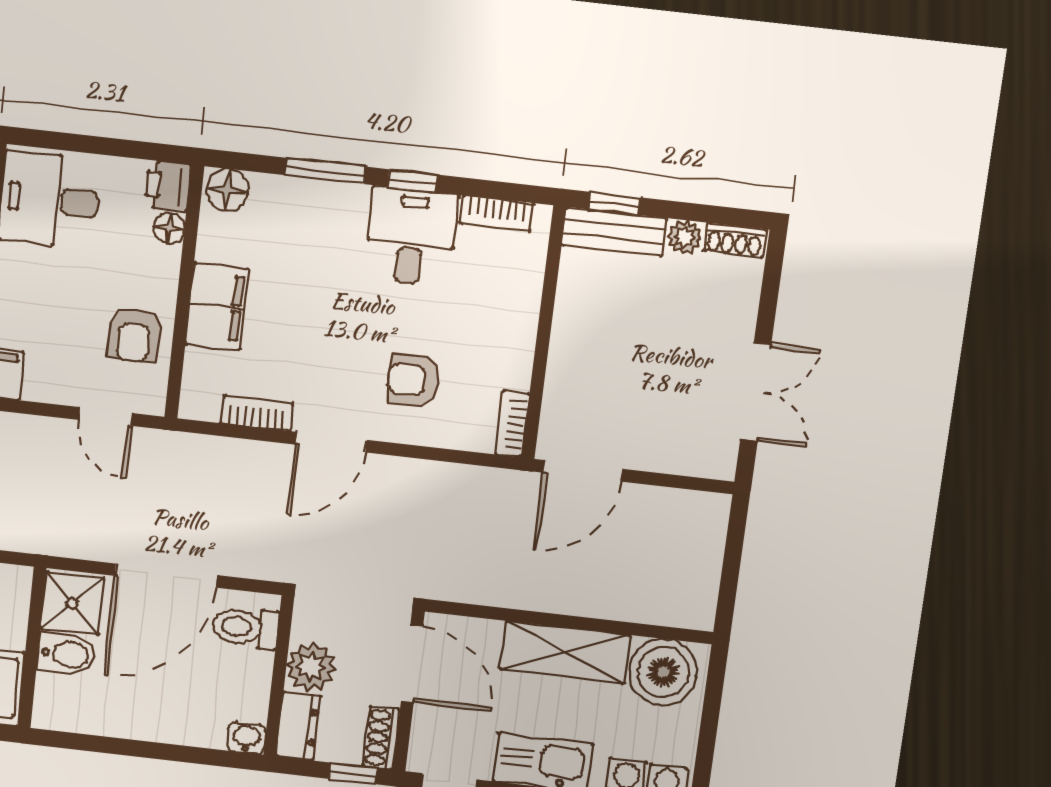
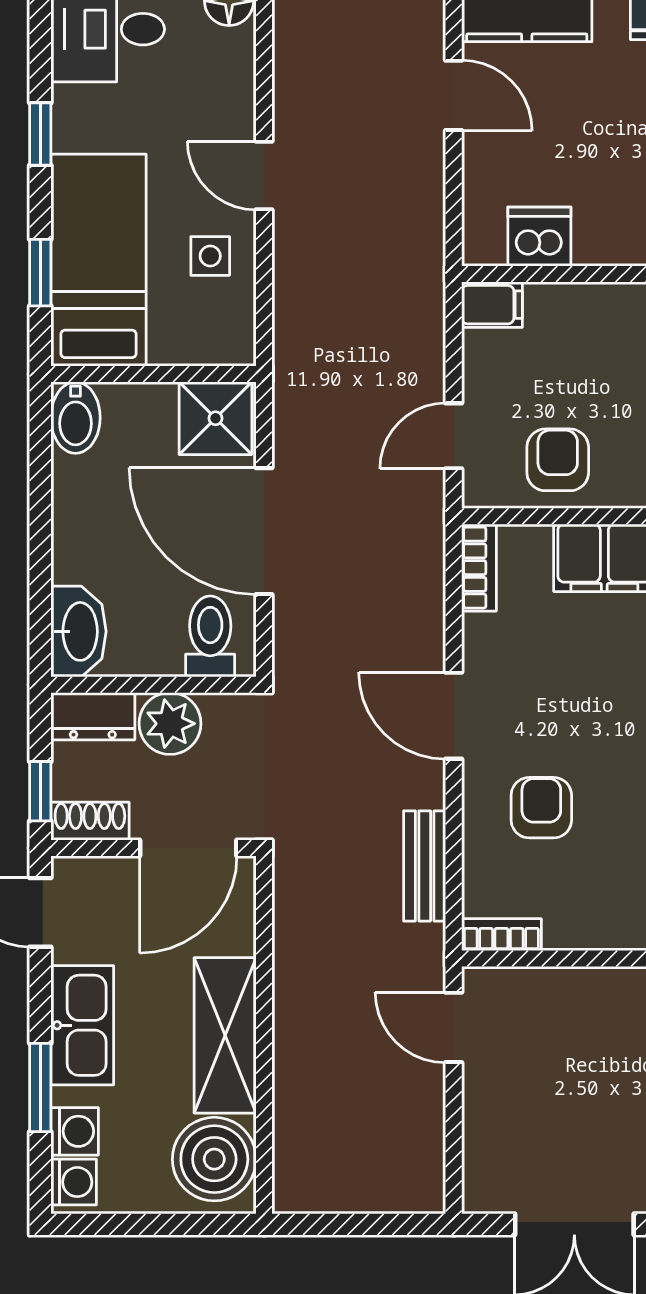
armchair: (134, 335) -> (558, 460), turned 90
bookcase: (257, 413) -> (479, 568), moved
door: (583, 471) -> (454, 1027), width x0.73
bench: (449, 479) -> (425, 866), added
bidet: (66, 654) -> (76, 418), moved
washbasin: (246, 738) -> (78, 631), width x1.91, depth x1.45

